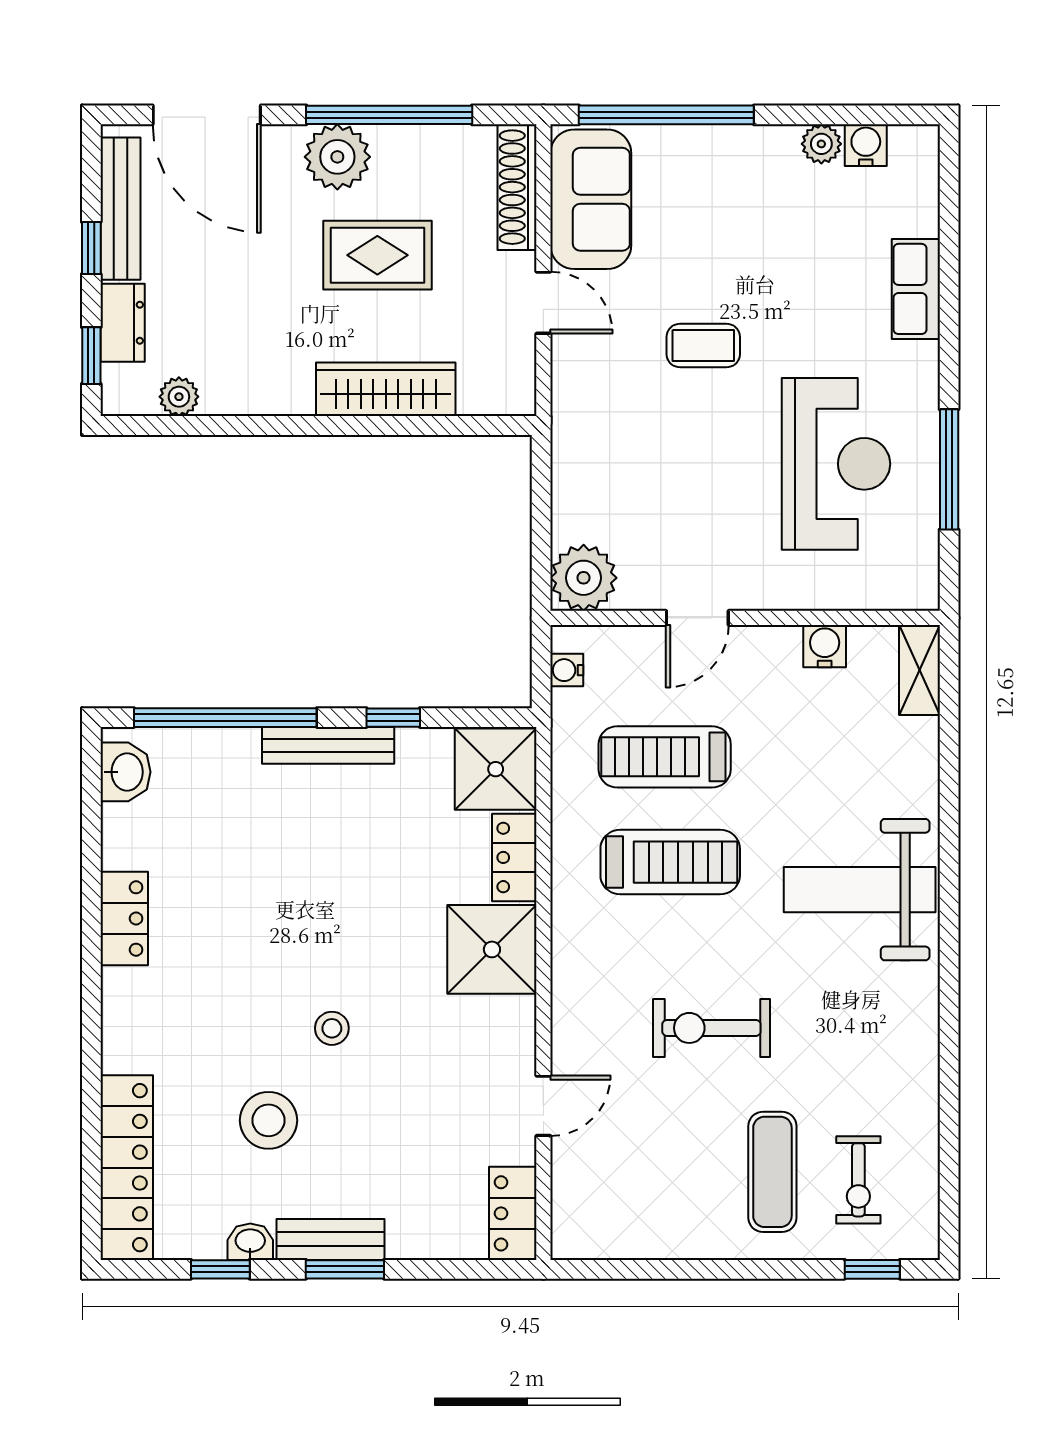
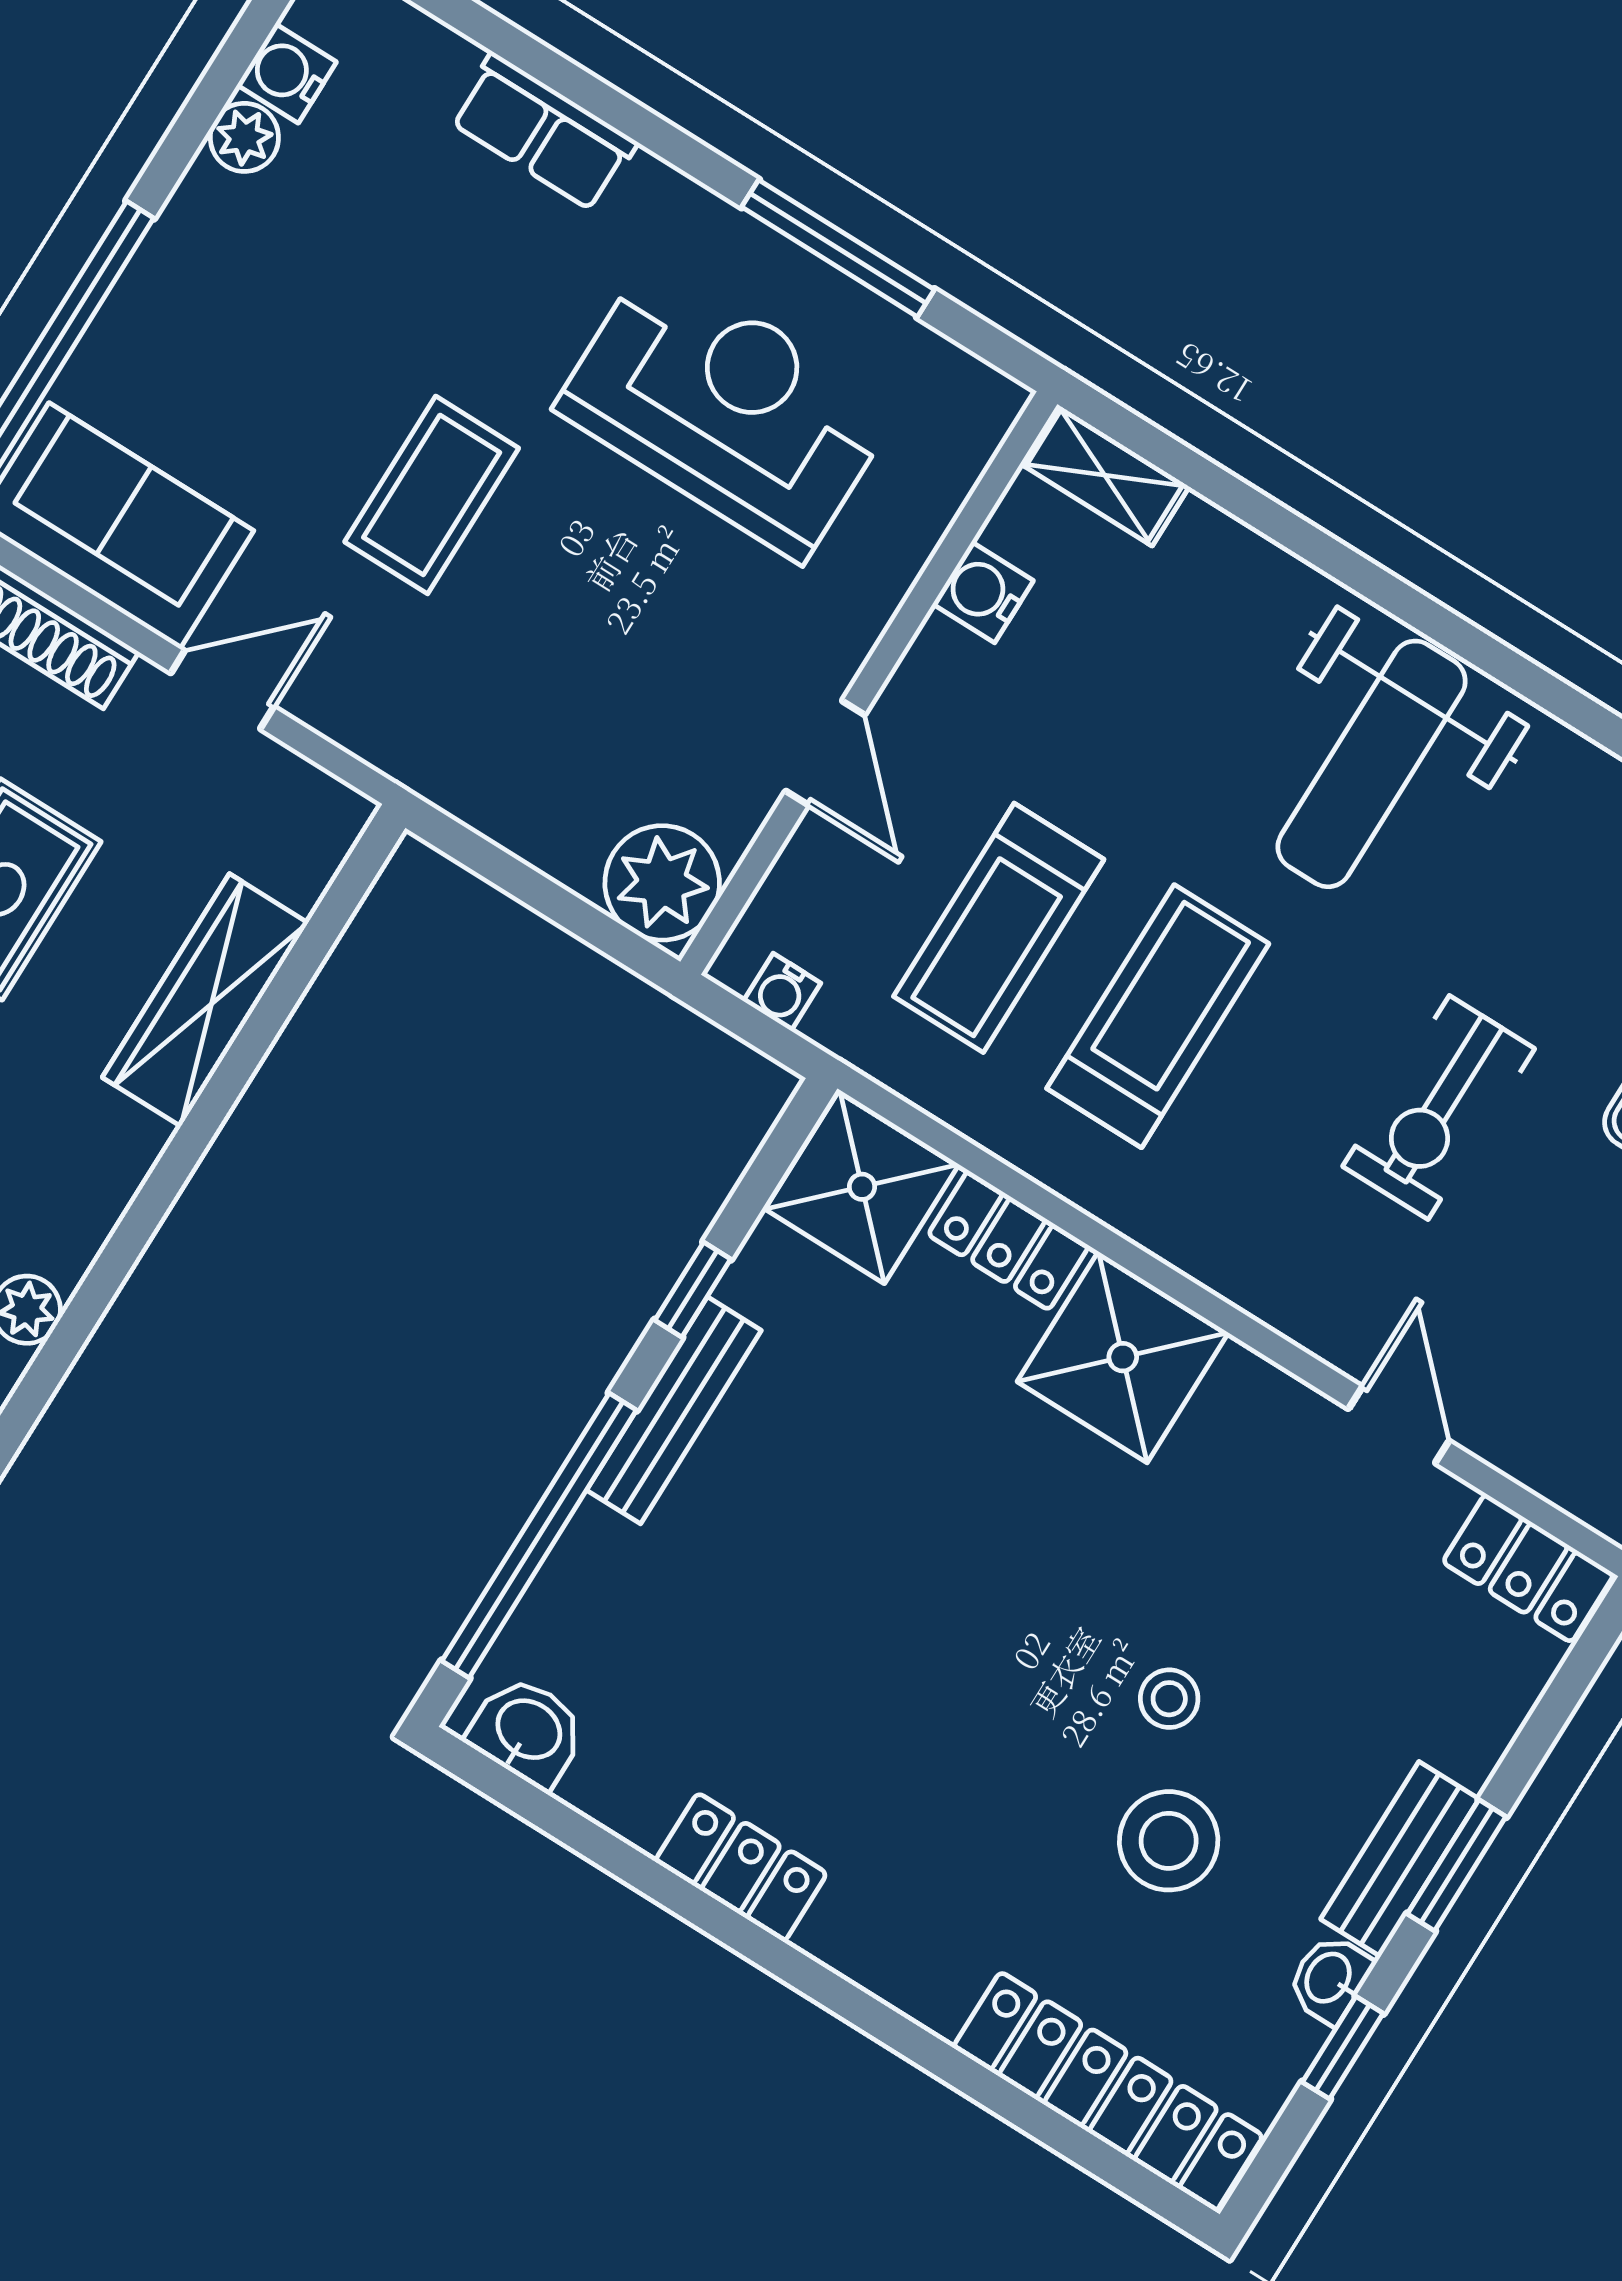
coffee table: (703, 346) -> (432, 495), width x1.36, depth x1.30
stool: (332, 1028) -> (1169, 1699), moved

